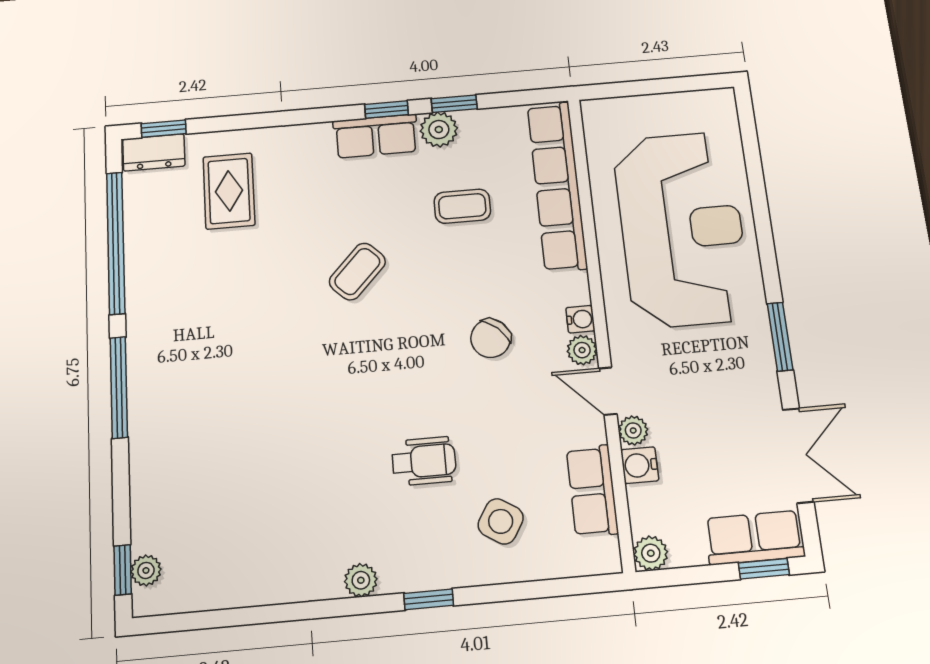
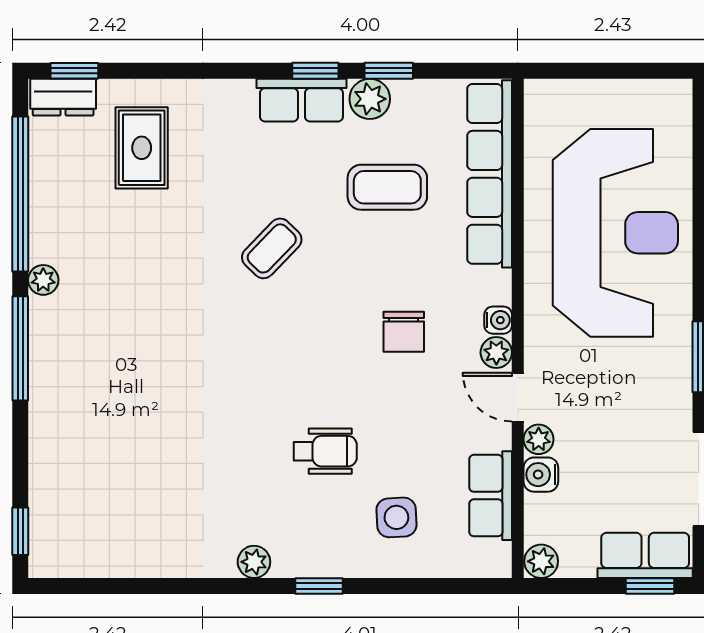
coffee table: (462, 206) -> (387, 187), width x1.36, depth x1.30
chair: (491, 338) -> (404, 332), turned -42
side table: (501, 521) -> (396, 517), turned -35
plant: (146, 570) -> (43, 280), moved

